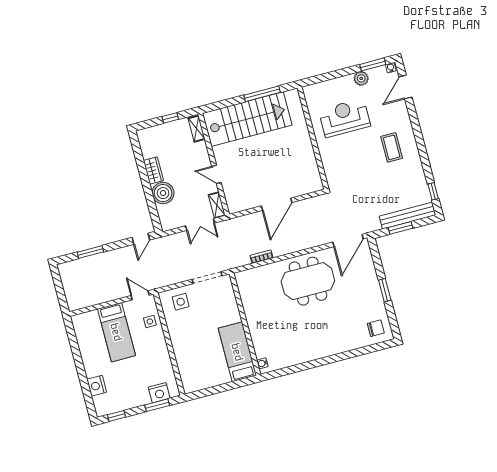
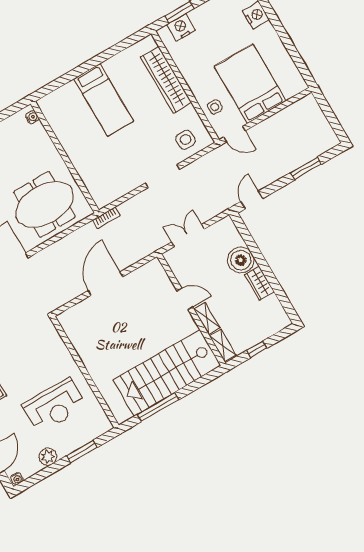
window: (373, 64) -> (82, 452), moved
shelving: (217, 205) -> (207, 319), moved
wall: (245, 324) -> (65, 157), moved
bed: (116, 332) -> (250, 84), width x1.50
wardrobe: (183, 354) -> (166, 80), added
water cooler: (262, 363) -> (32, 117), moved

